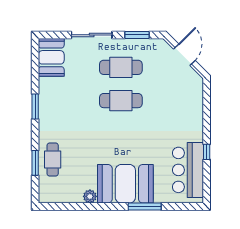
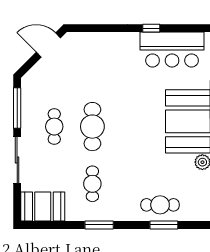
window: (137, 35) -> (17, 108), width x1.44
door: (184, 55) -> (48, 45), moved
cafe table: (121, 67) -> (54, 127), width x0.73, depth x0.74
cafe table: (71, 101) -> (92, 184), added

